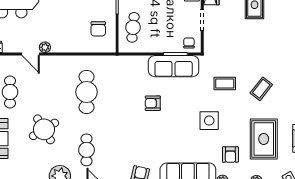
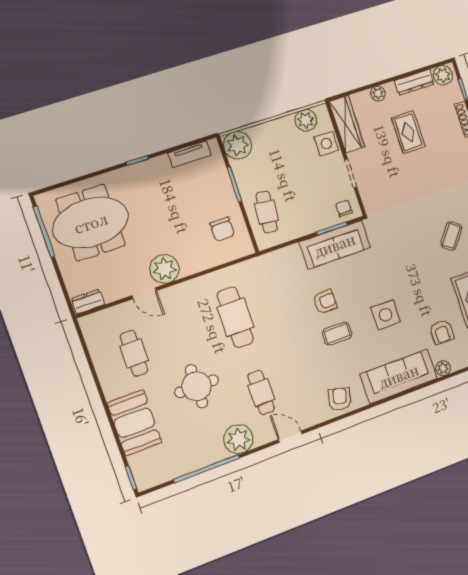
plant: (45, 47) -> (164, 269), width x1.87, depth x1.87
coffee table: (225, 84) -> (337, 334), moved
armchair: (153, 103) -> (325, 302), turned 180
side table: (209, 121) -> (386, 315), moved
round table: (44, 129) -> (197, 386), turned 31

